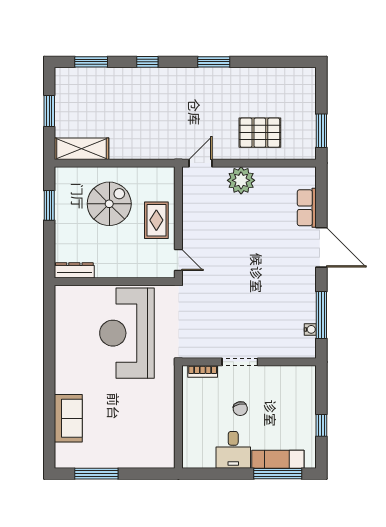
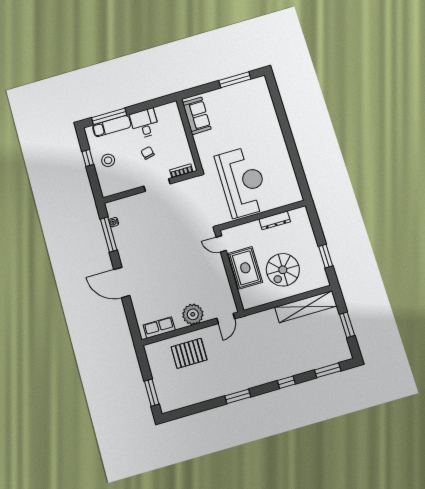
window: (321, 131) -> (152, 393), moved
shelving: (82, 149) -> (306, 307), width x1.47
row of seats: (307, 208) -> (159, 328), moved, turned -90
rug: (156, 220) -> (245, 268), width x1.36, depth x1.43
dresser: (74, 270) -> (275, 220), moved
stool: (295, 414) -> (108, 160), added
sofa: (68, 418) -> (197, 116), moved, turned 180

